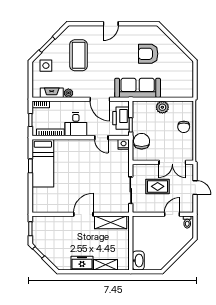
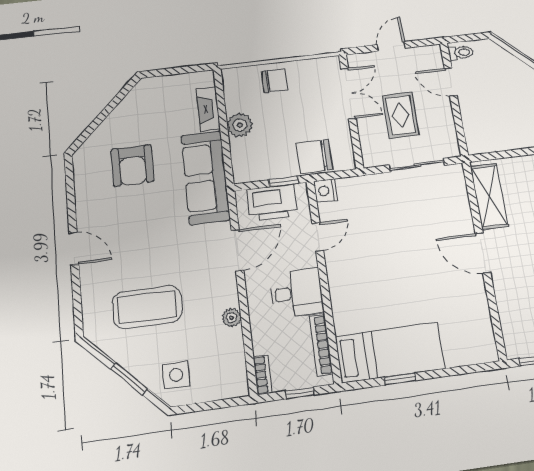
fireplace: (52, 93) -> (208, 109), moved

